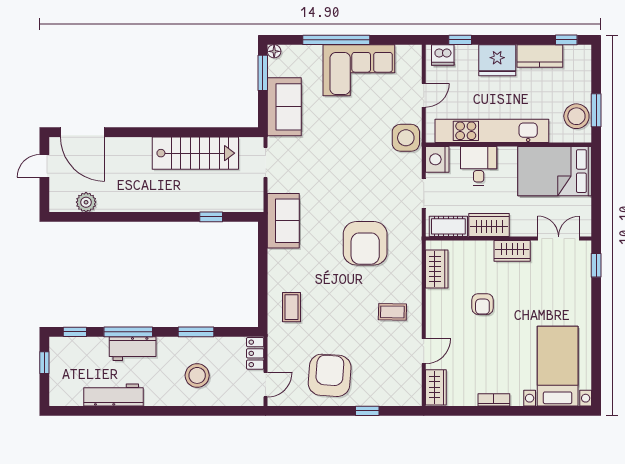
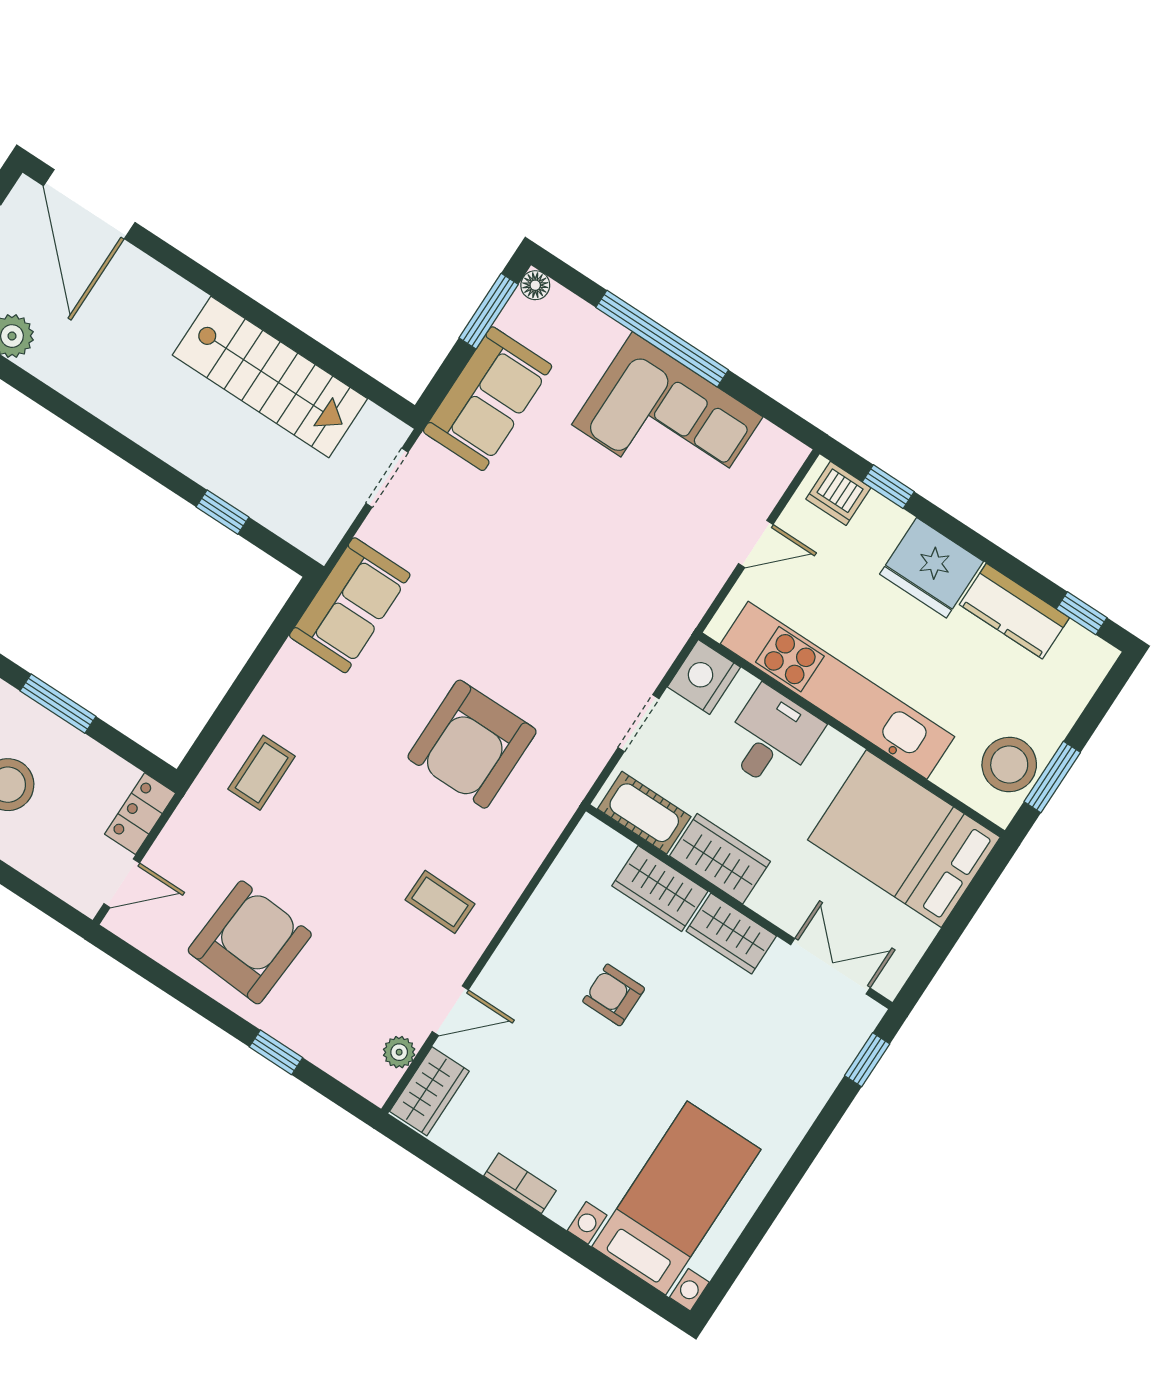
side table: (406, 138) -> (672, 600), removed
wardrobe: (437, 269) -> (660, 889), moved, turned 90
armchair: (482, 304) -> (614, 995), turned 90
plant: (415, 380) -> (399, 1052), added

